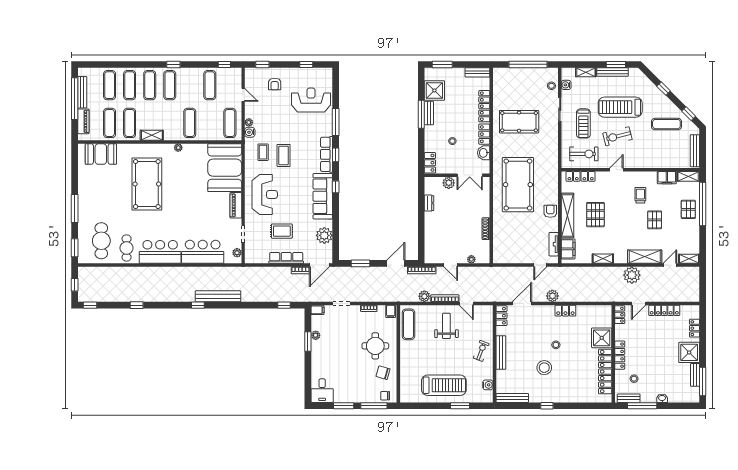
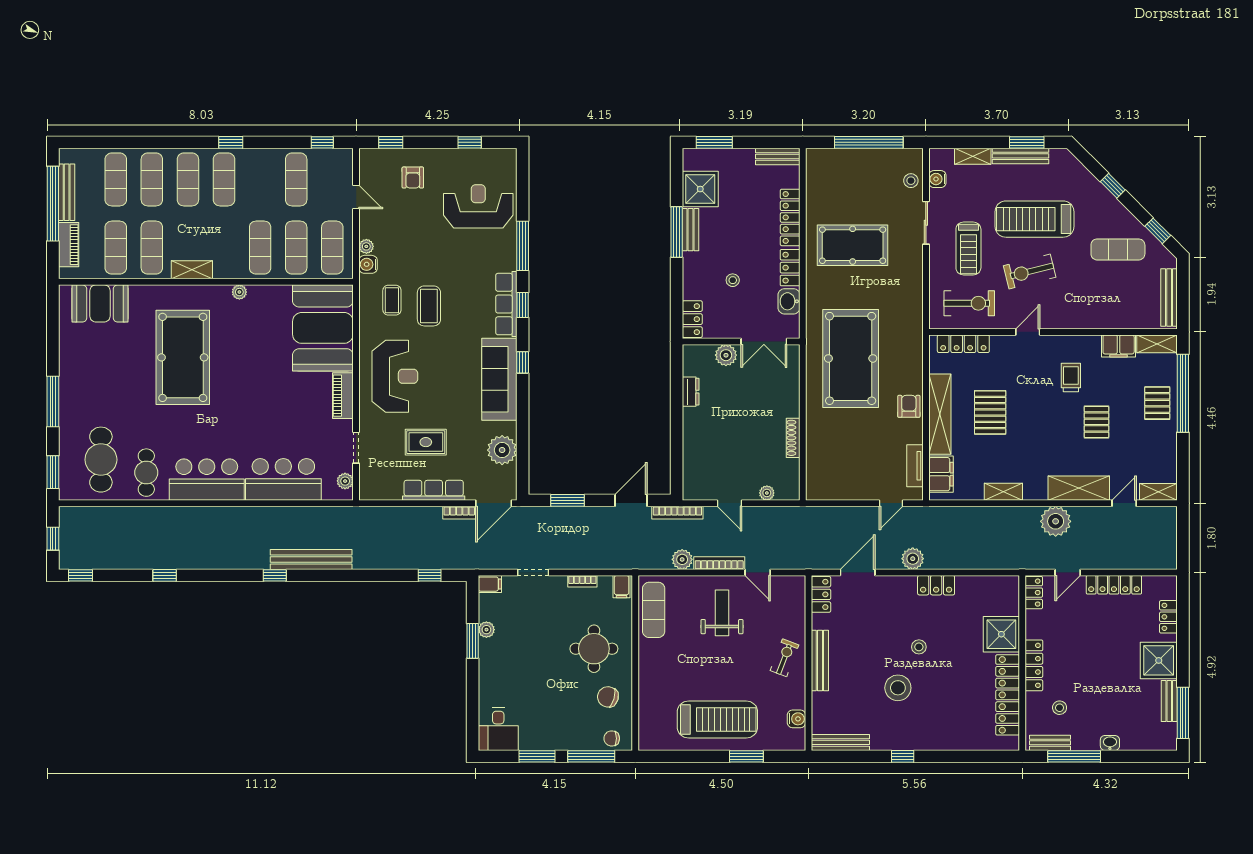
exercise mat: (210, 123) -> (296, 248), added

